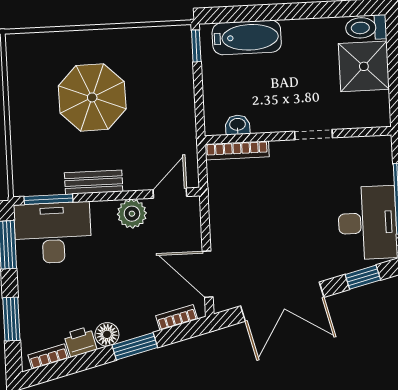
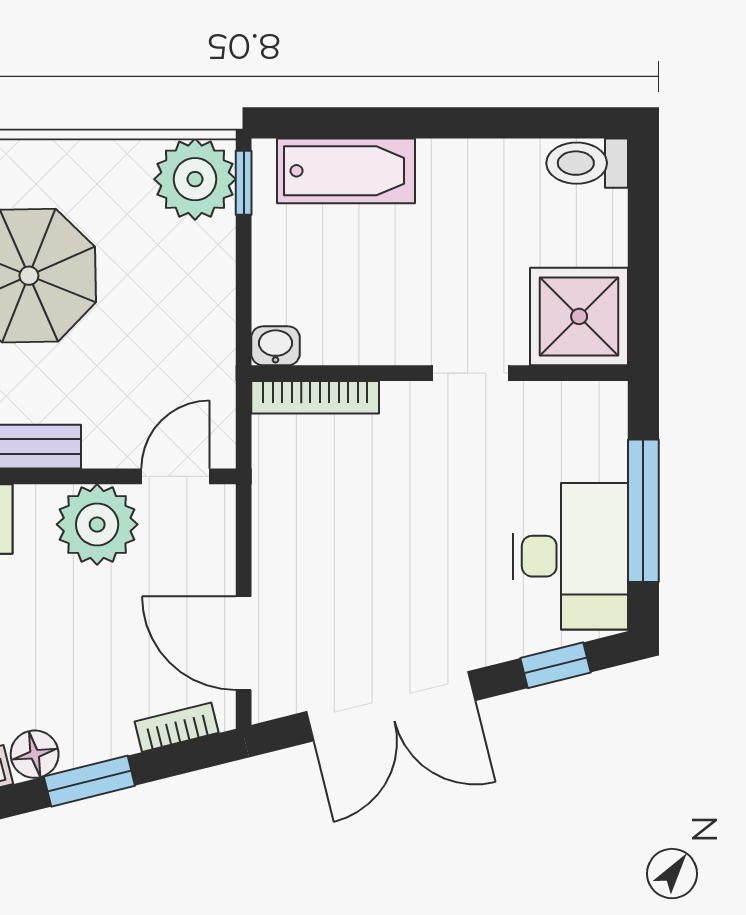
plant: (172, 45) -> (195, 179), added
shower: (364, 66) -> (579, 316), moved
washbasin: (238, 125) -> (276, 346), moved
plant: (132, 214) -> (97, 524), width x1.36, depth x1.36

